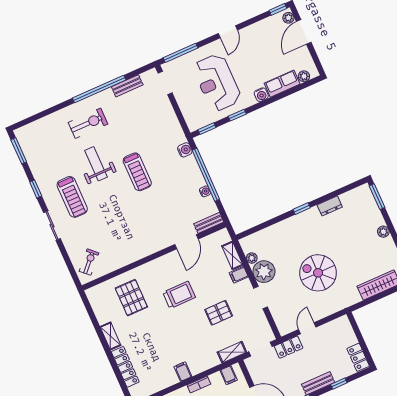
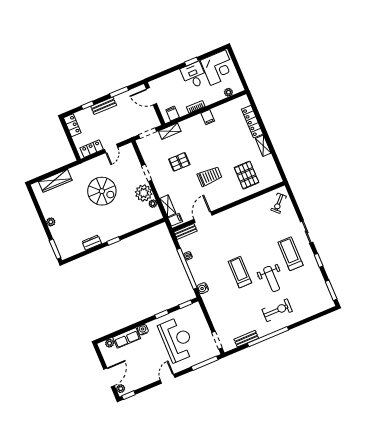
exercise bike: (88, 123) -> (277, 310), turned 180
filing cabinet: (239, 275) -> (175, 220), moved
trolley: (179, 295) -> (210, 176), turned 180
locker: (289, 347) -> (92, 149), moved

